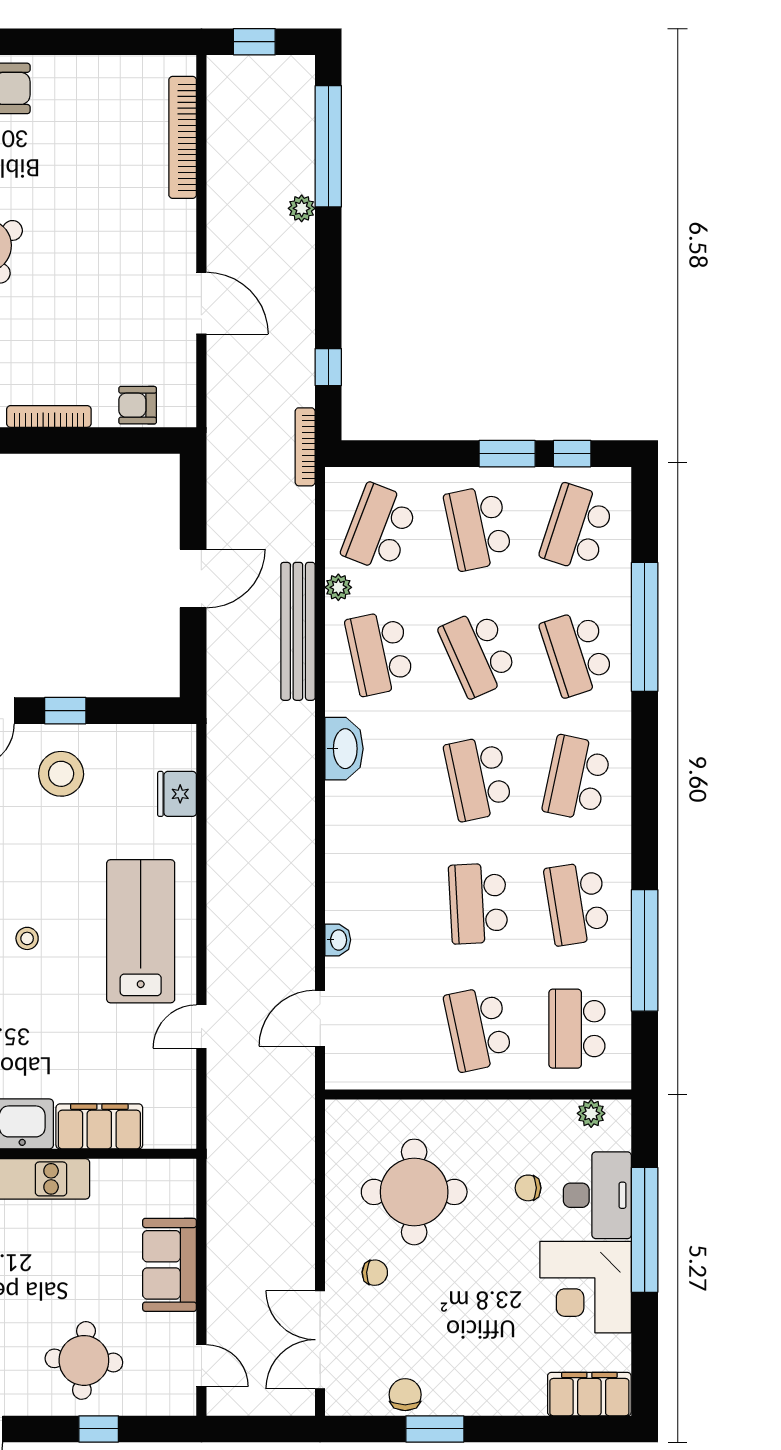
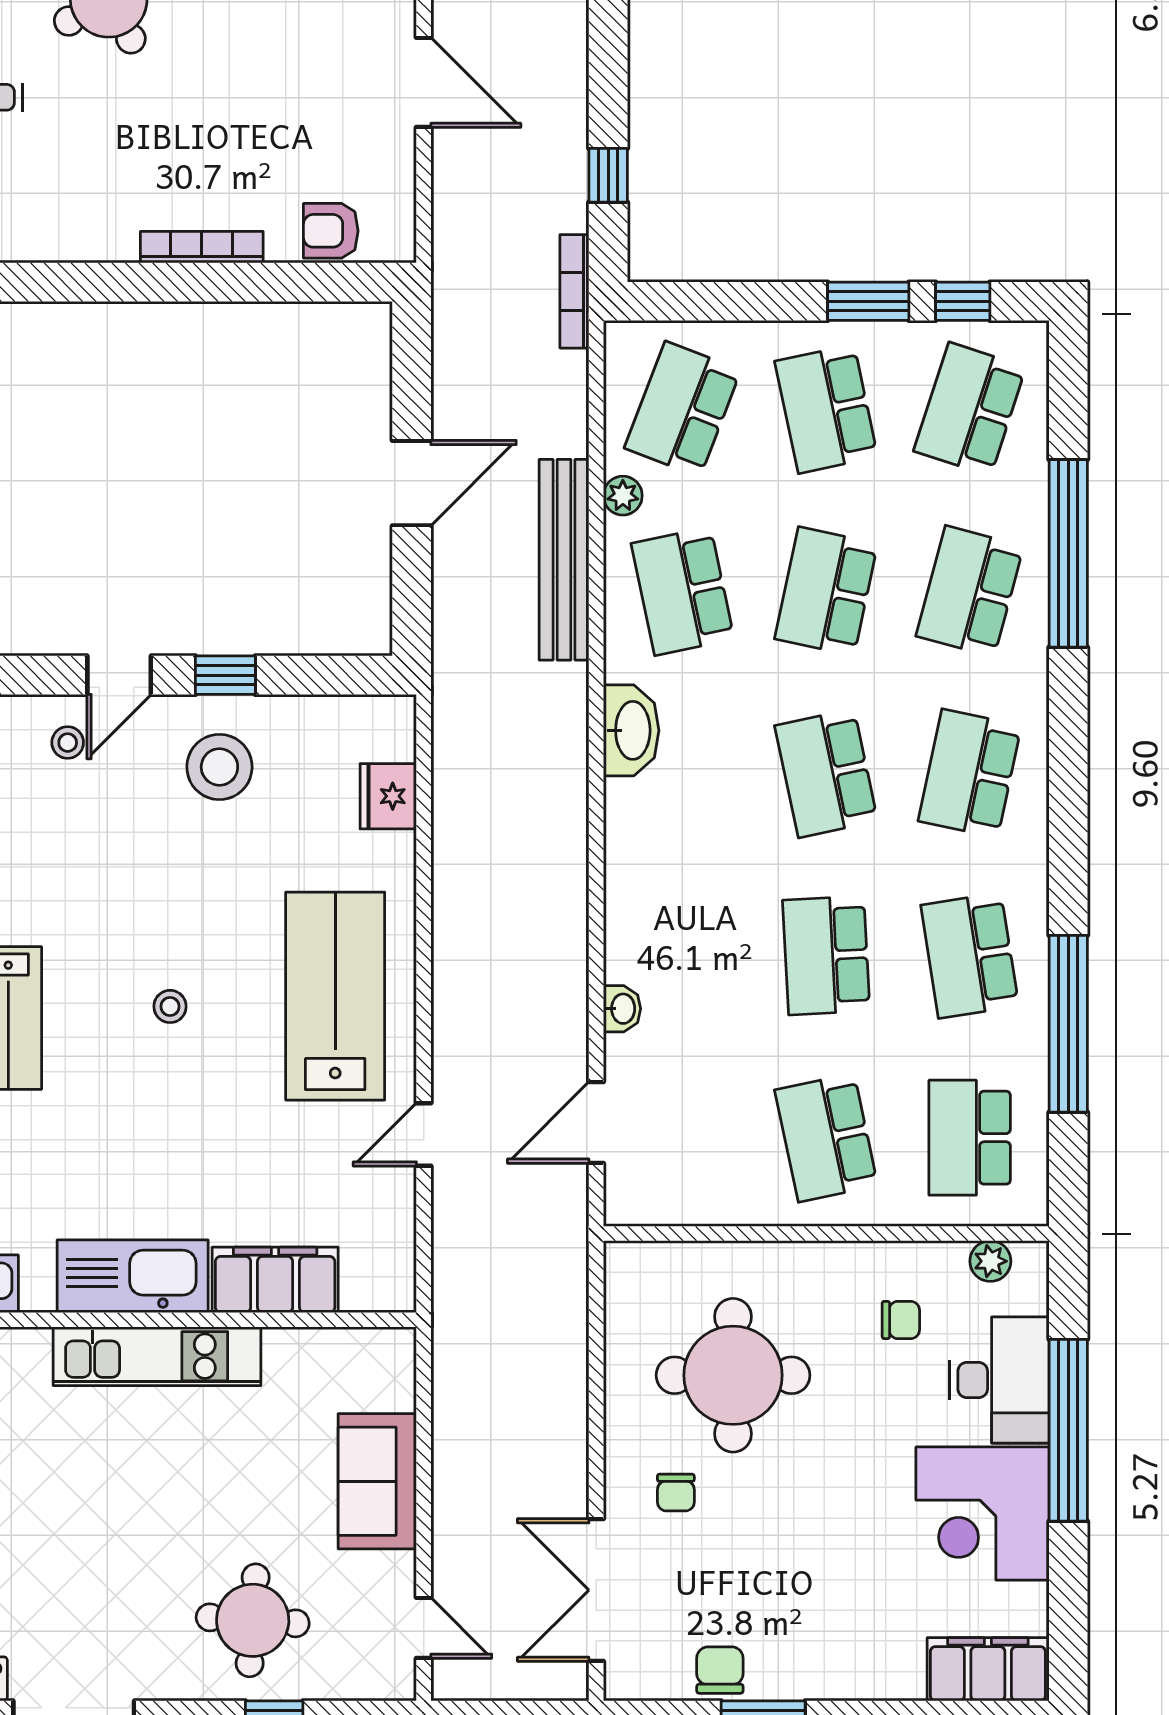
school desk: (478, 653) -> (826, 591), turned 36
school desk: (577, 653) -> (970, 591), turned 33
chair: (528, 1188) -> (901, 1320), moved, turned 180
chair: (375, 1273) -> (676, 1493), turned 88

